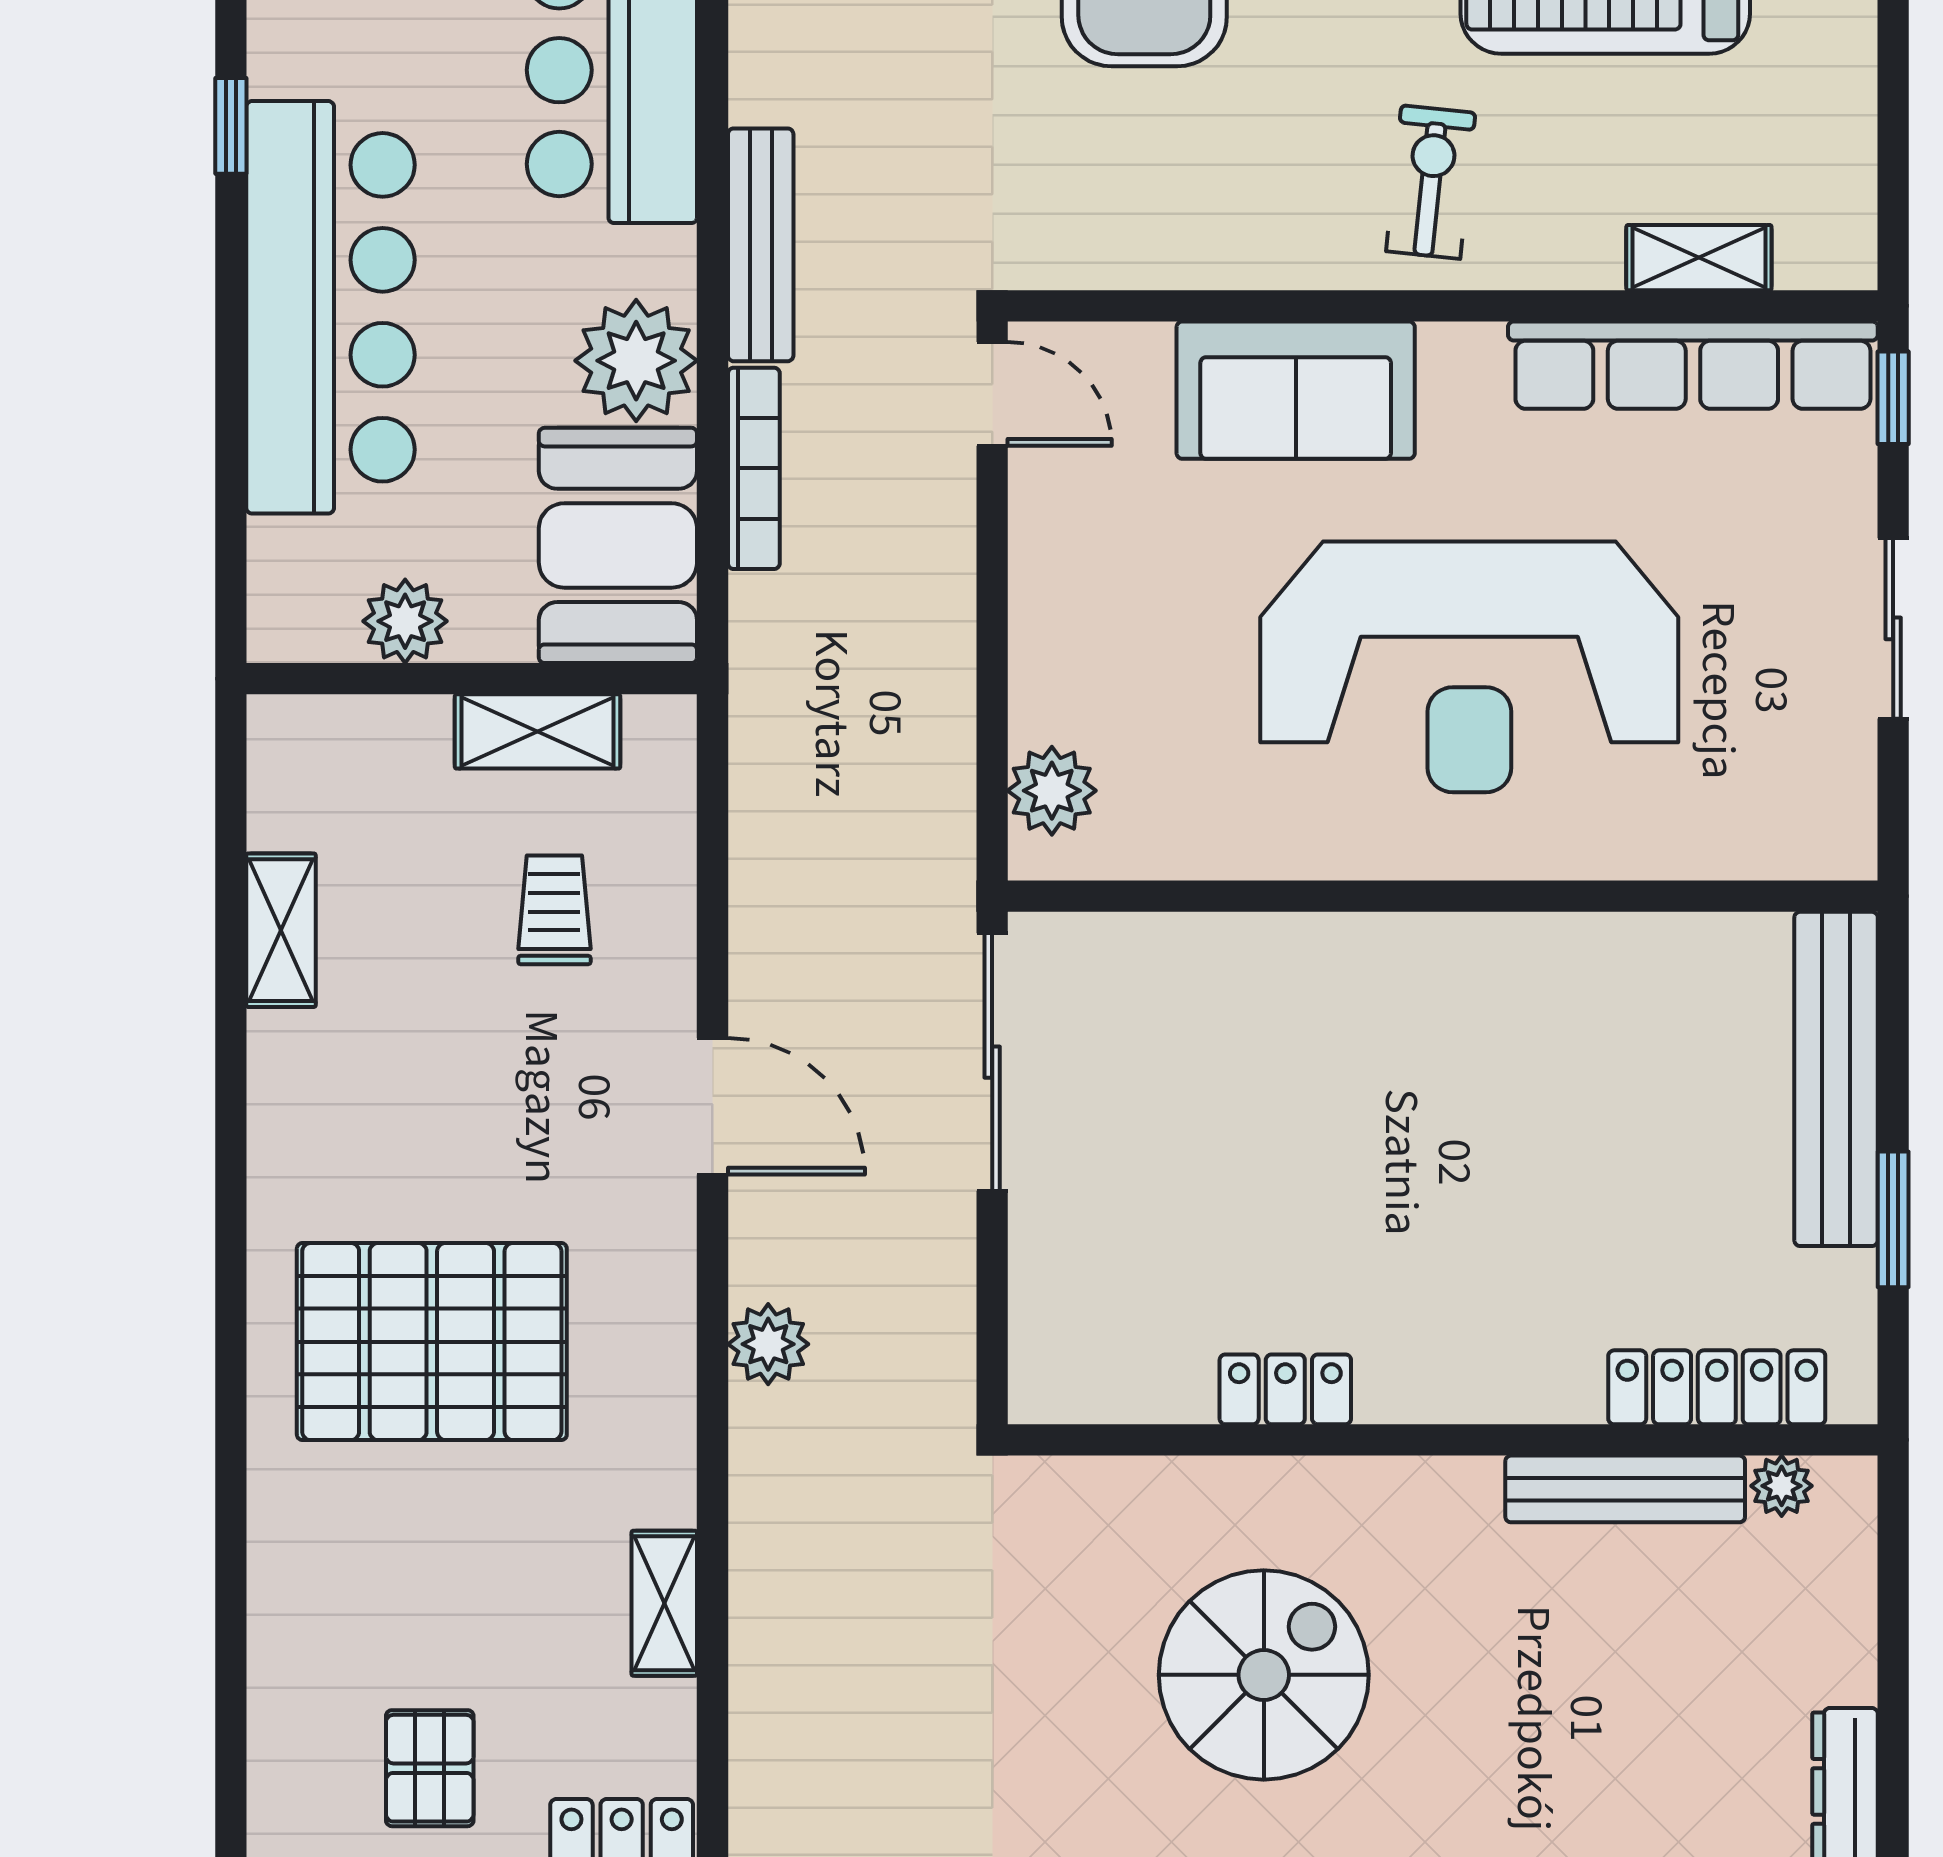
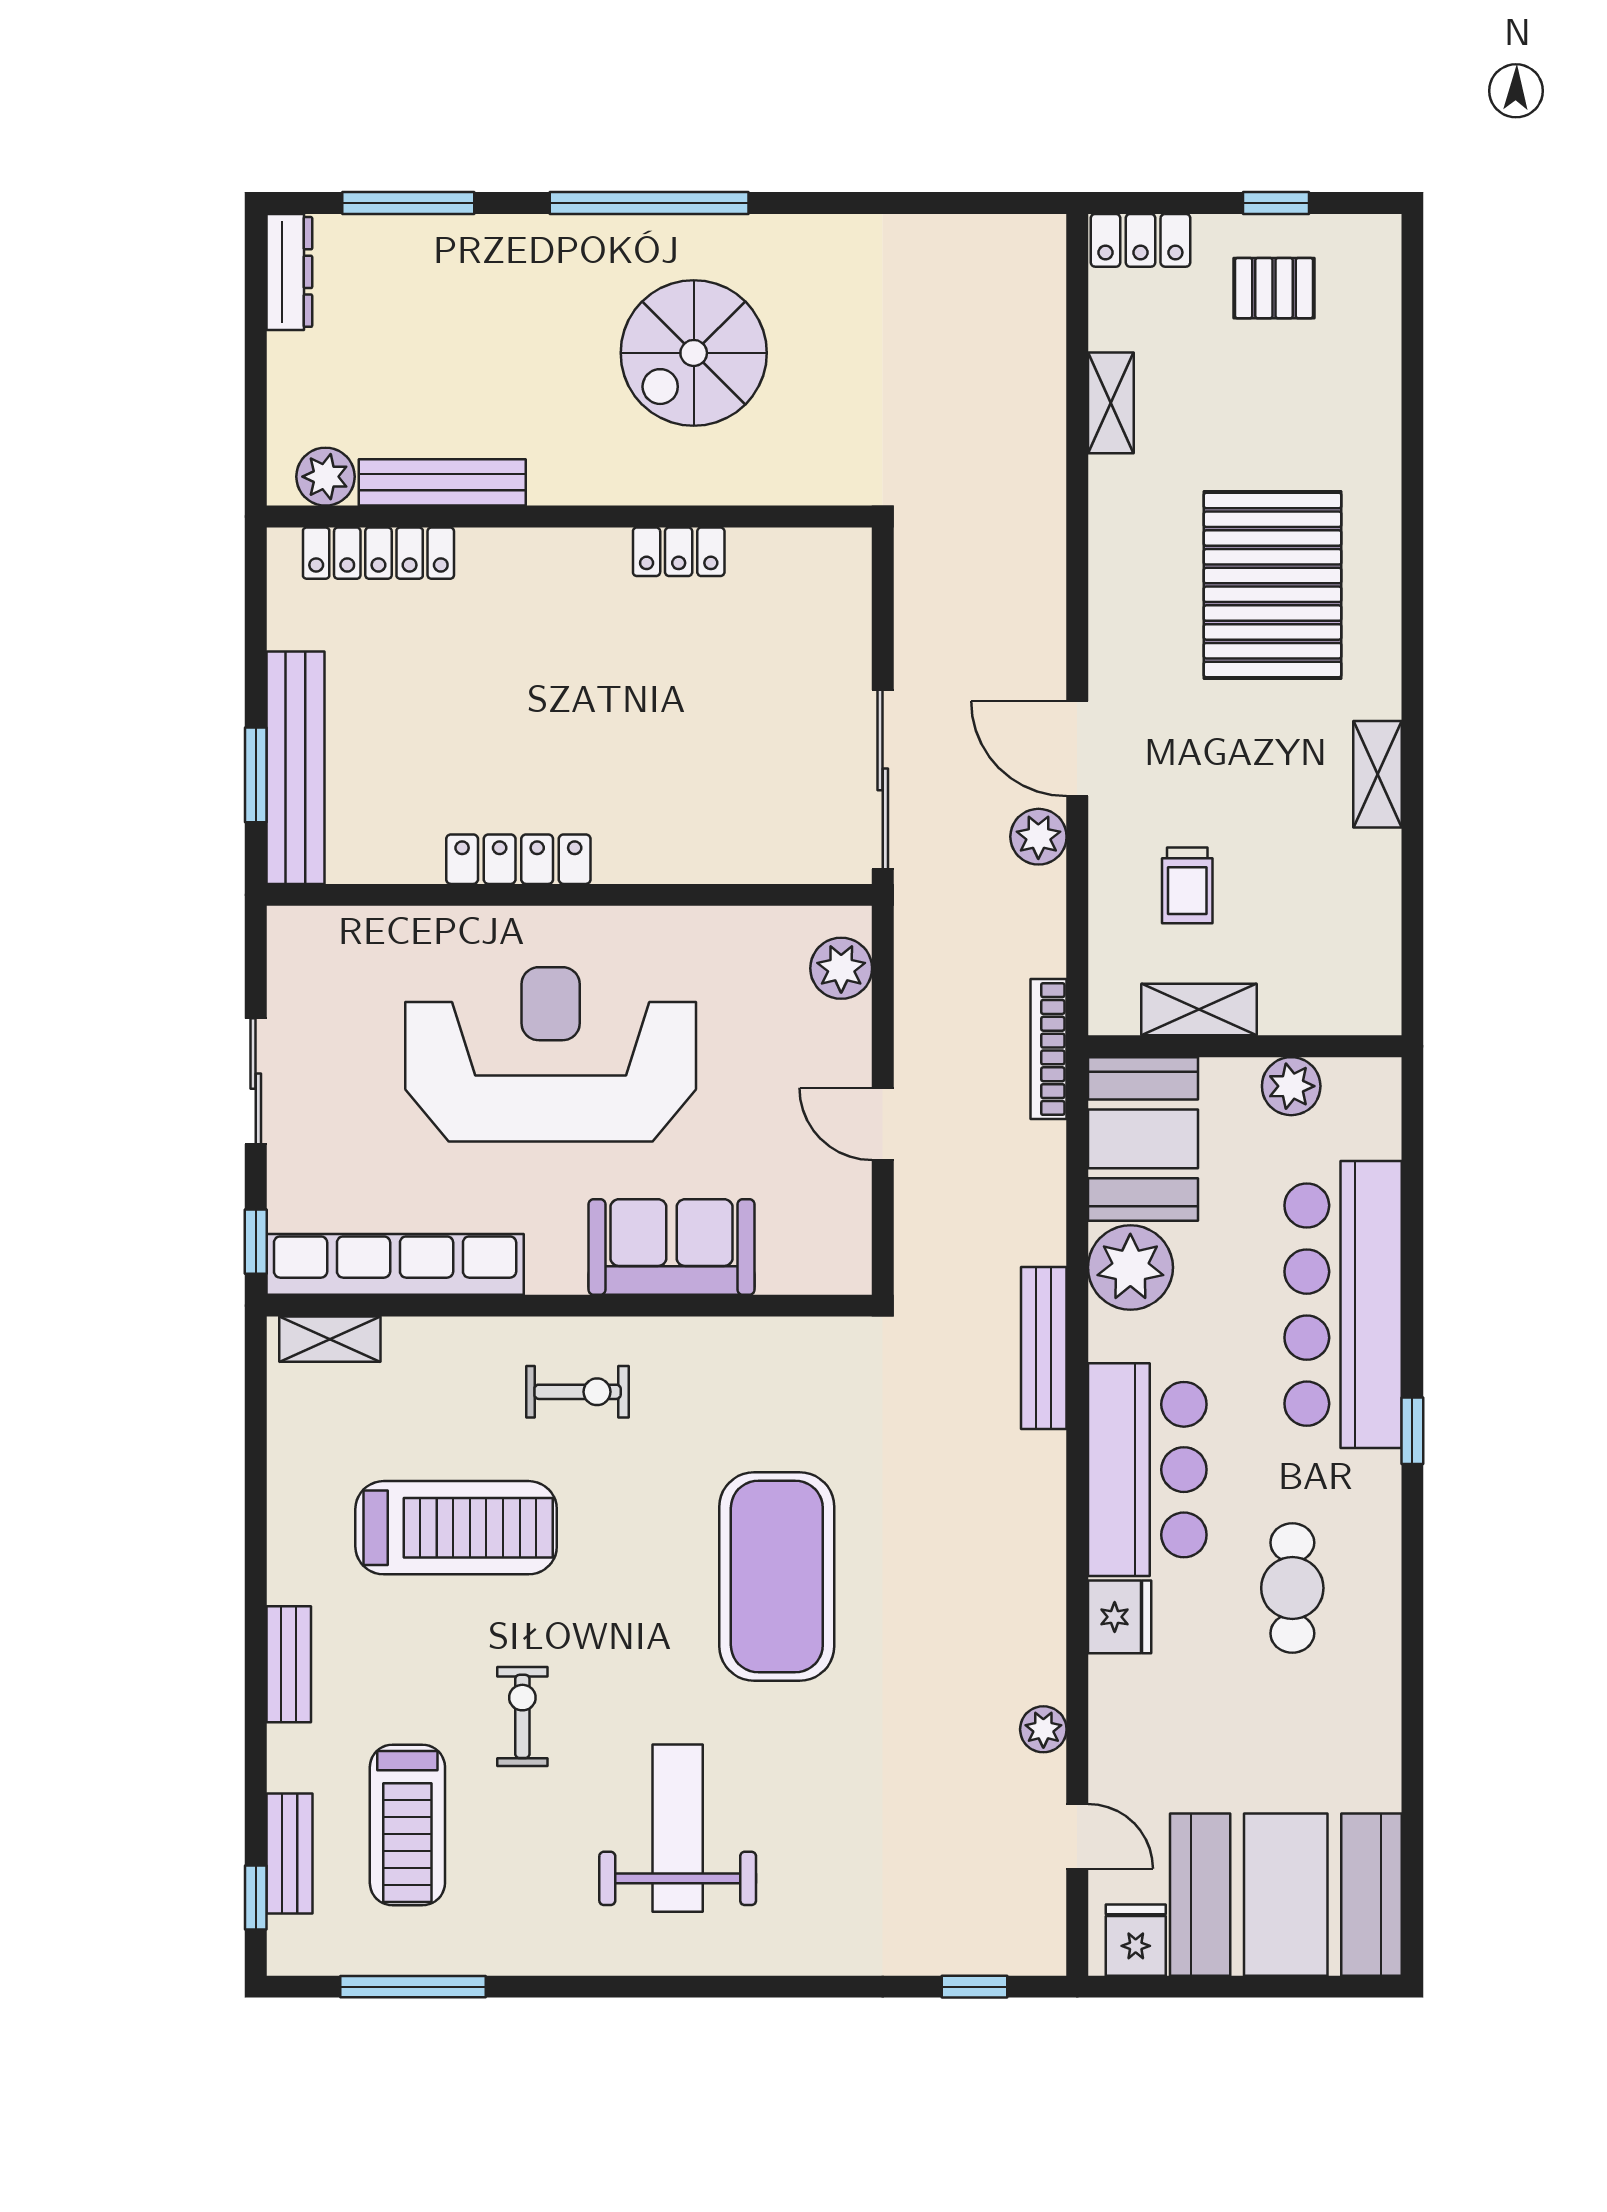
exercise bike: (1431, 182) -> (578, 1392), turned -96
shelving: (1699, 258) -> (330, 1339), moved
door: (992, 394) -> (883, 1124), moved
bookcase: (754, 468) -> (1049, 1049), moved
shelving: (281, 930) -> (1377, 774), moved
locker: (1516, 947) -> (518, 859), added
window: (1893, 1219) -> (256, 775), moved
pallet: (432, 1342) -> (1273, 585), turned 90
plant: (768, 1344) -> (1038, 837), moved
plant: (1782, 1486) -> (325, 477), width x1.38, depth x1.38
pallet: (430, 1768) -> (1274, 288), turned 90

